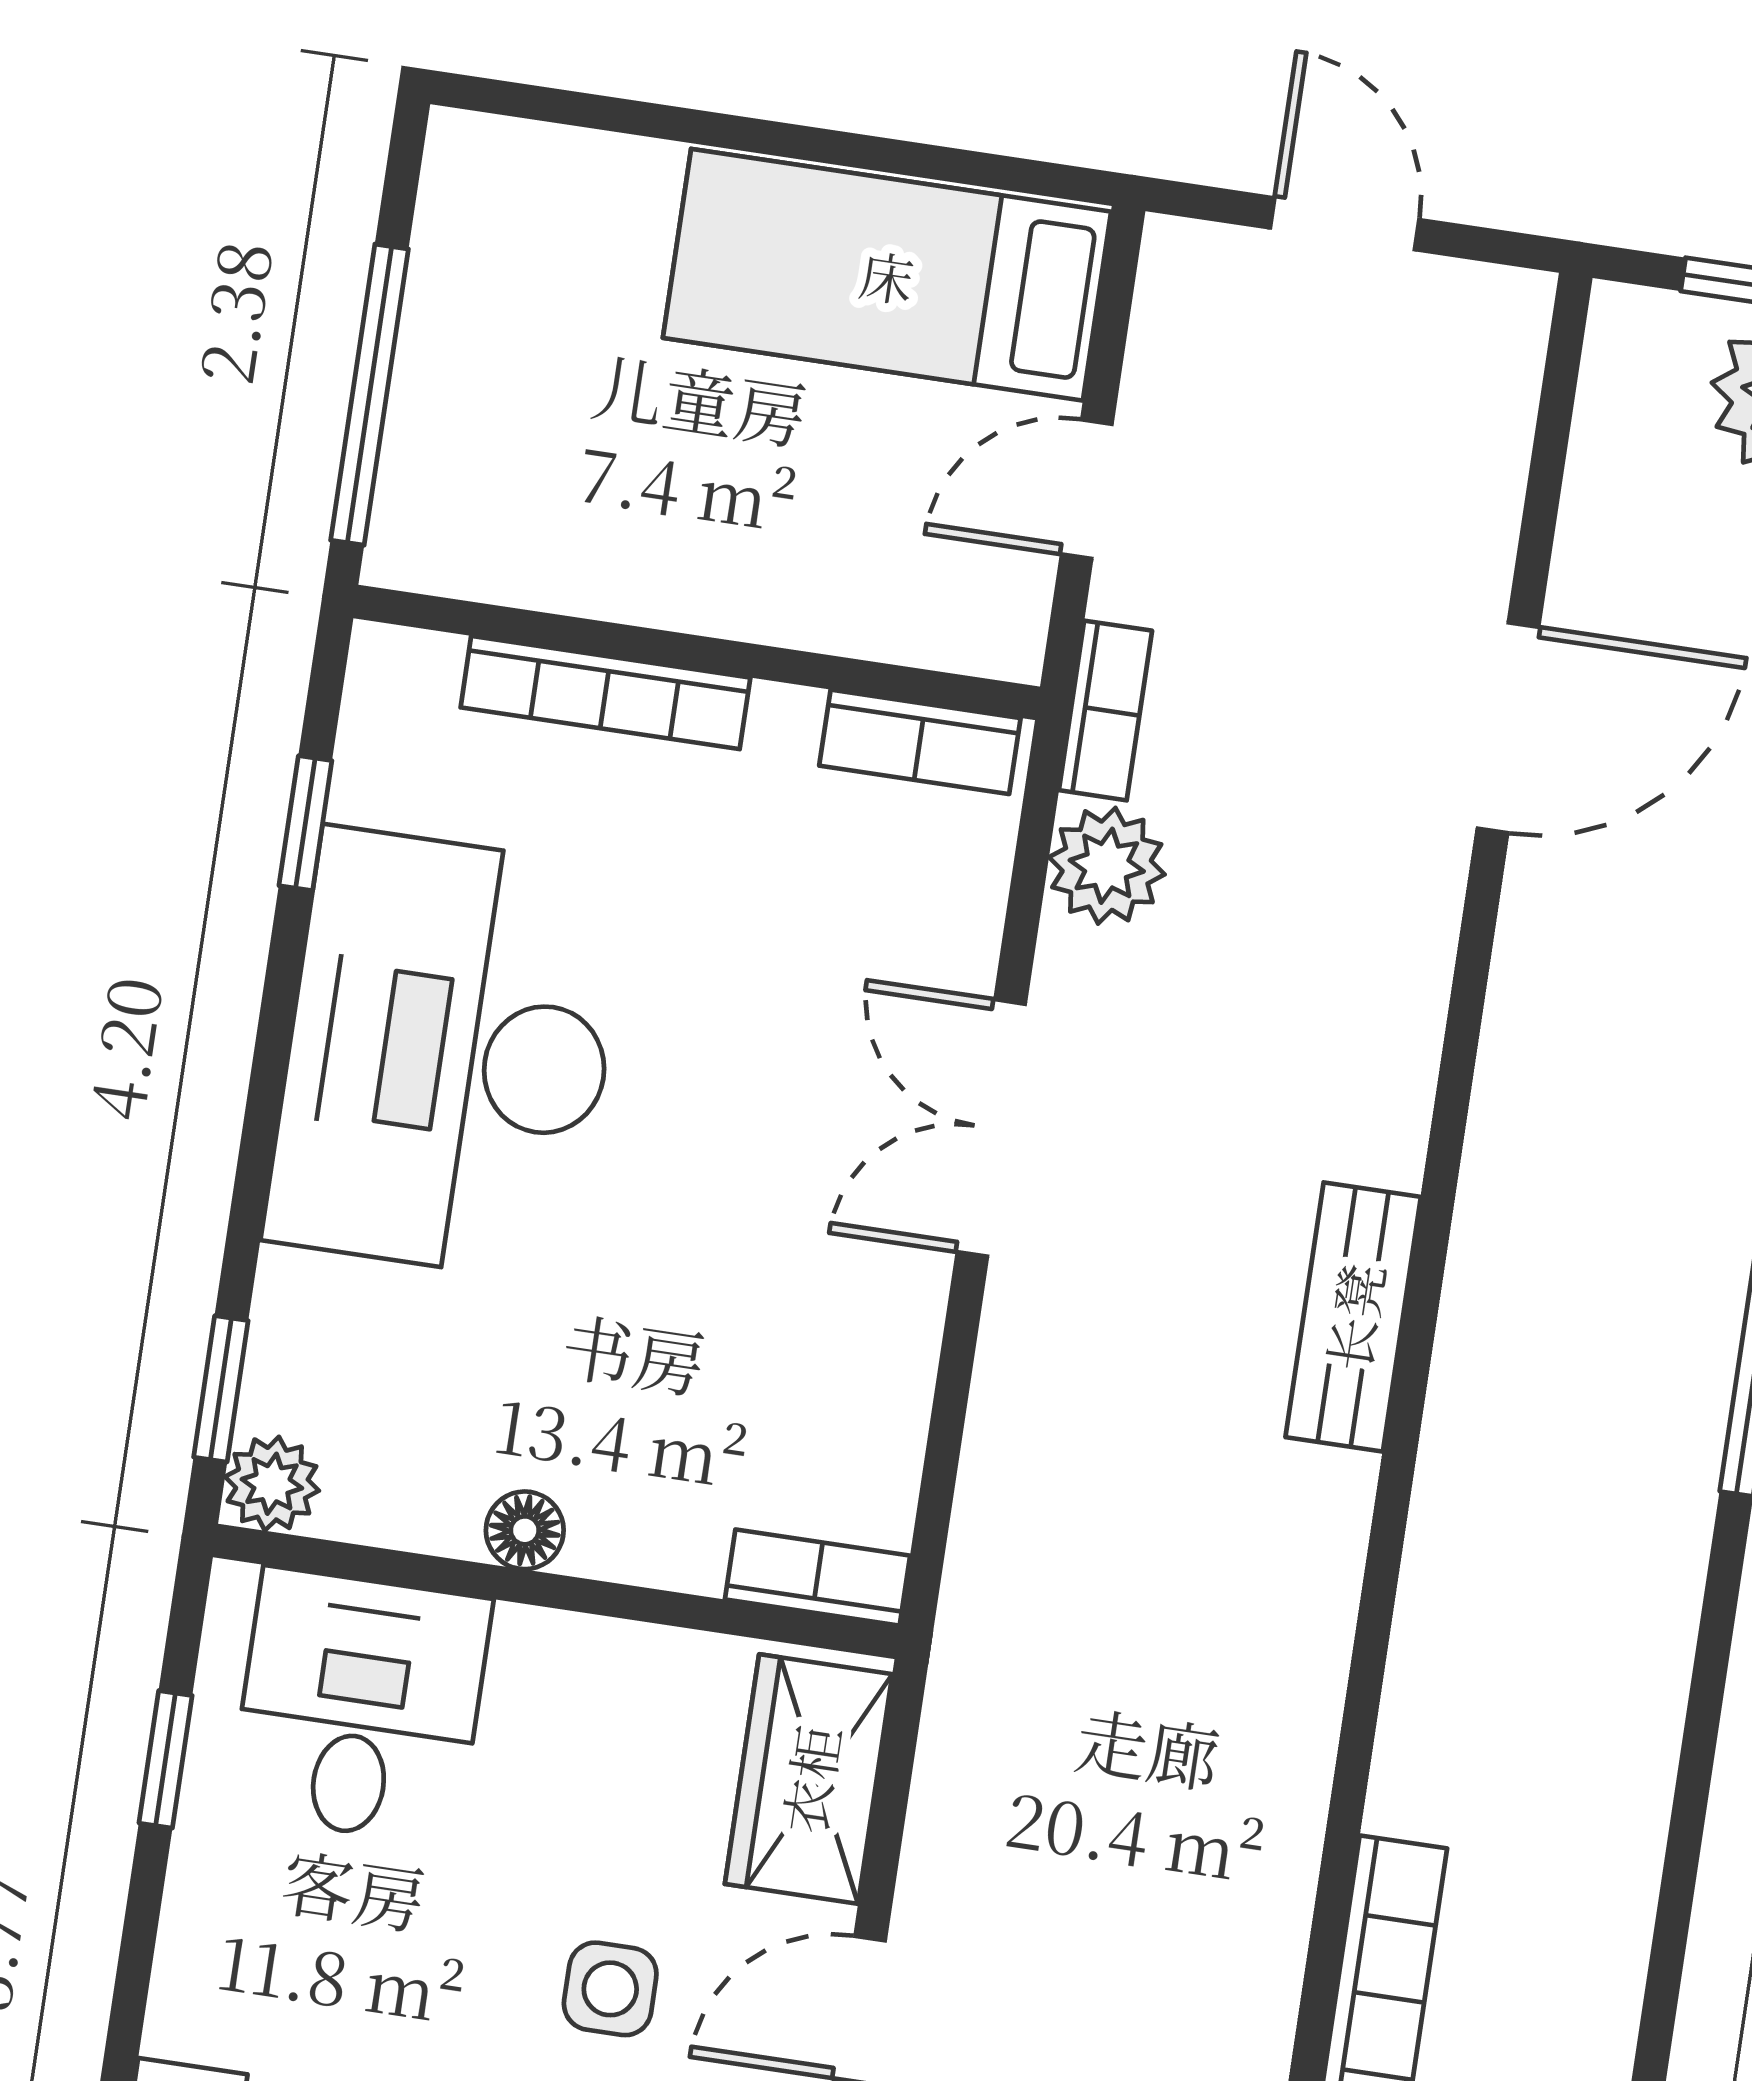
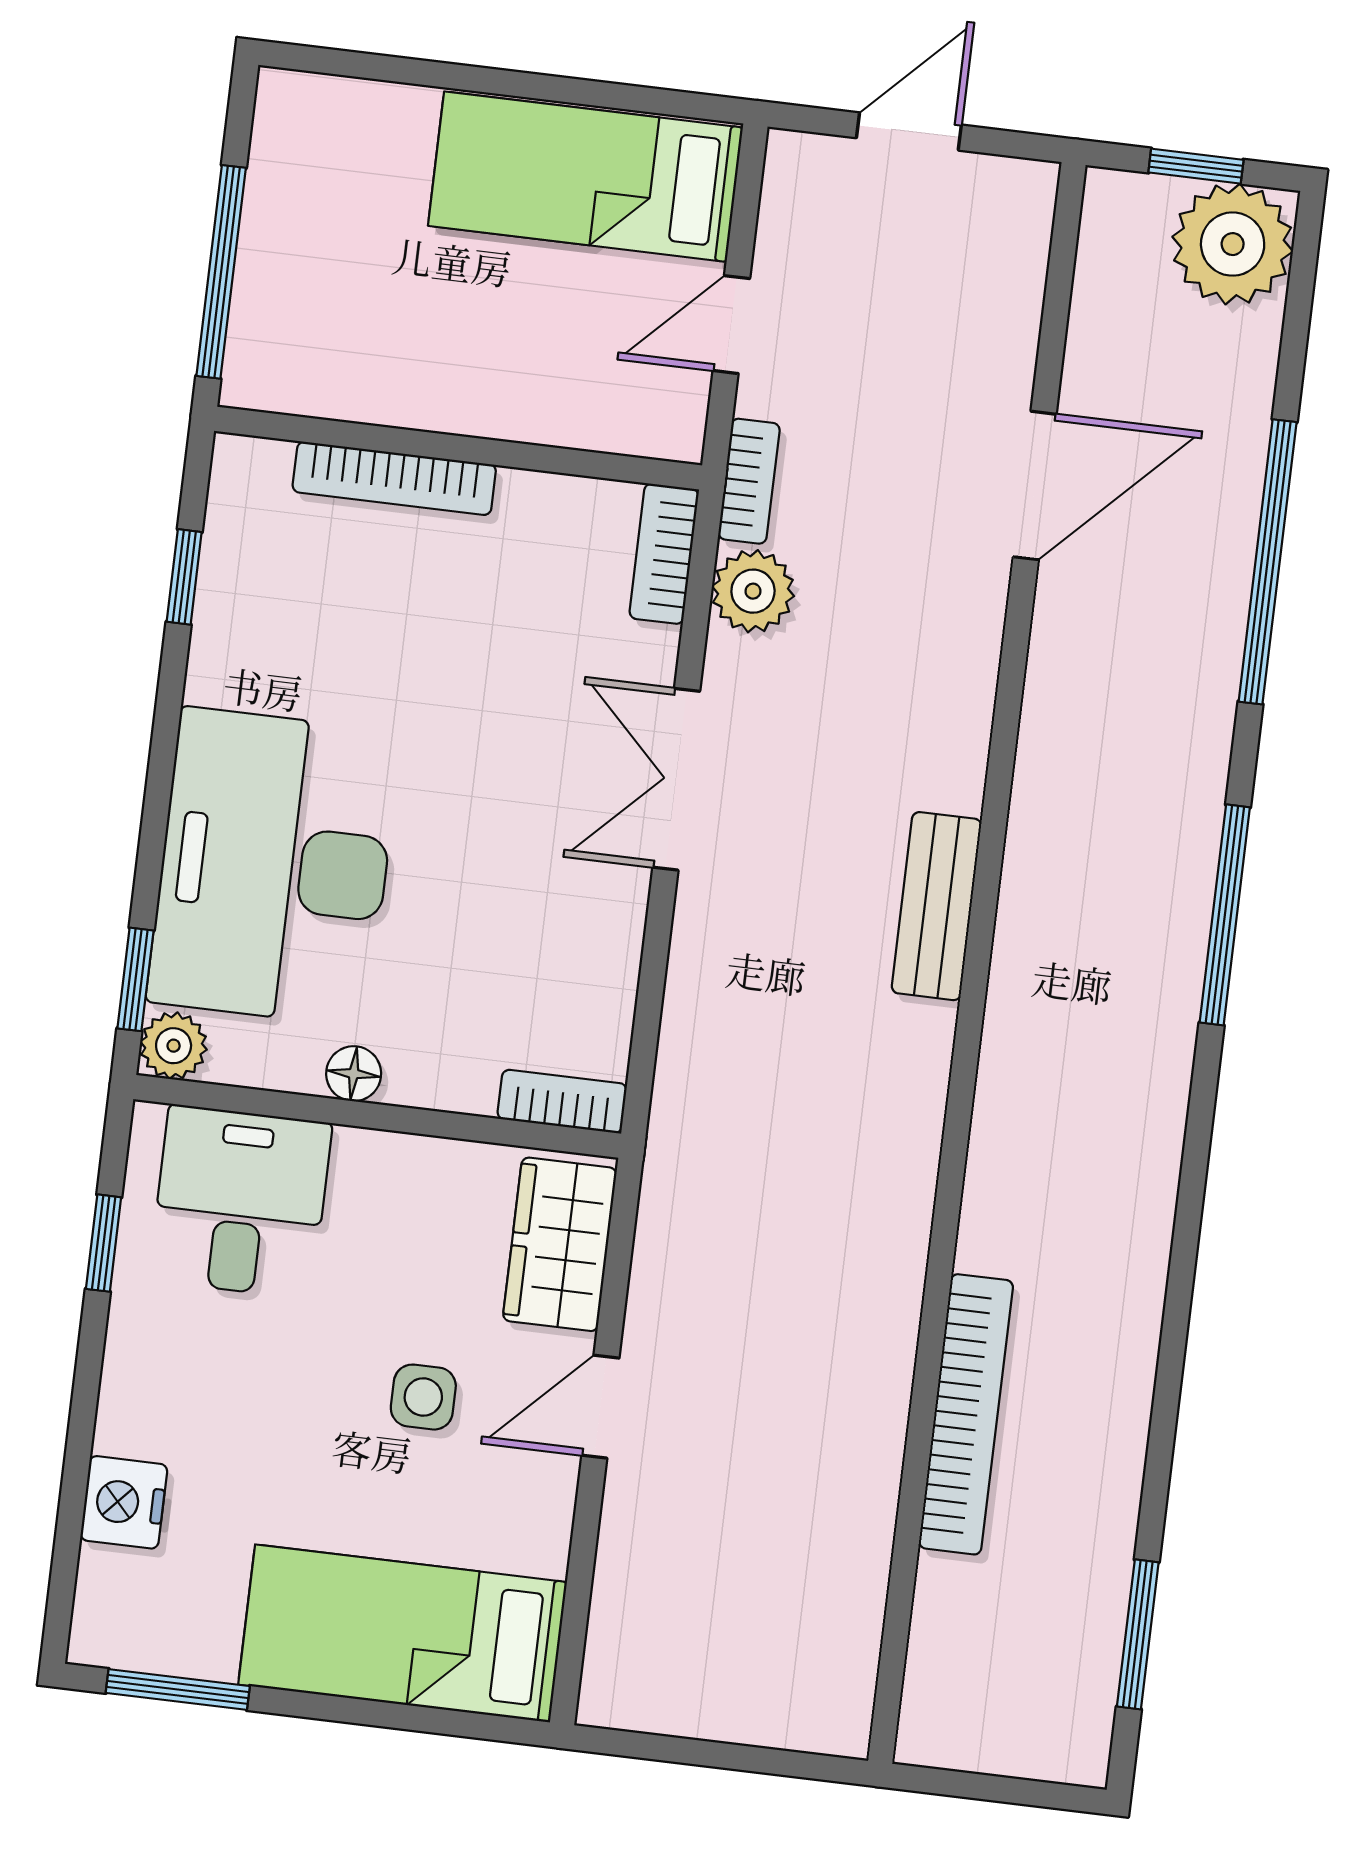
door: (1345, 224) -> (909, 131), hinge flipped
bookcase: (920, 742) -> (664, 554), moved, turned 90
desk: (447, 1055) -> (274, 867), moved

